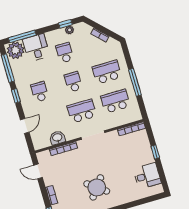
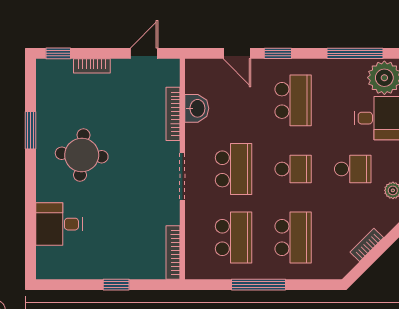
school desk: (40, 92) -> (293, 100), width x1.85
window: (16, 96) -> (278, 53), moved
desk: (147, 176) -> (59, 224), moved, turned 90
round table: (97, 187) -> (82, 155), turned -32

